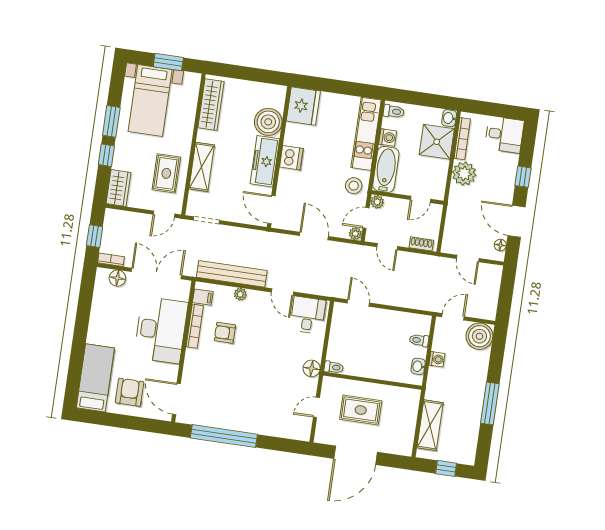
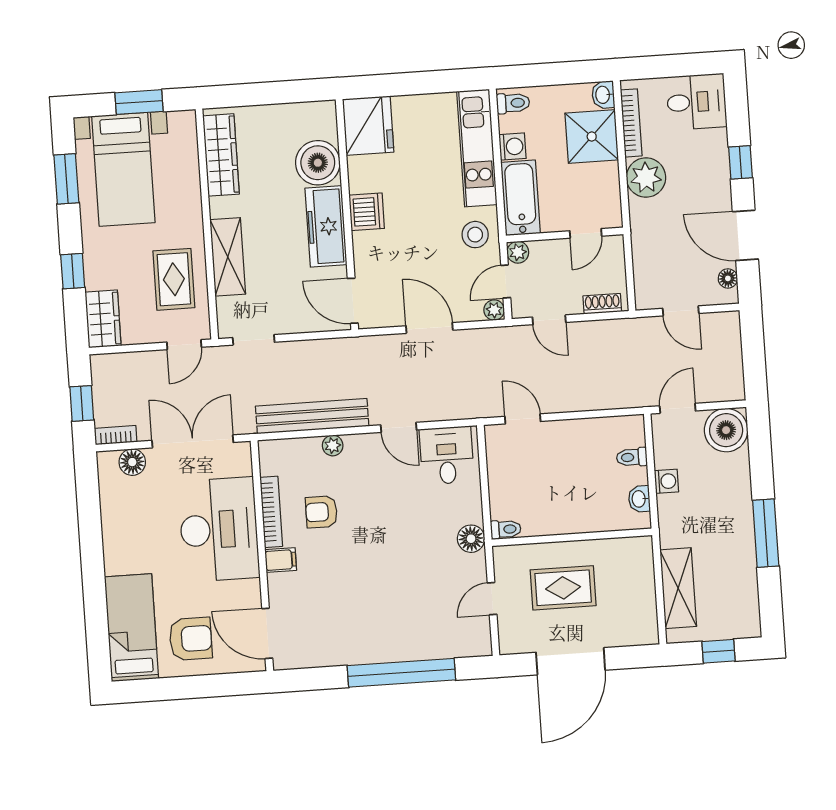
window: (111, 121) -> (66, 179), moved
filing cabinet: (203, 297) -> (281, 560), moved
armchair: (130, 392) -> (191, 639), turned 90
window: (224, 436) -> (401, 673), moved

